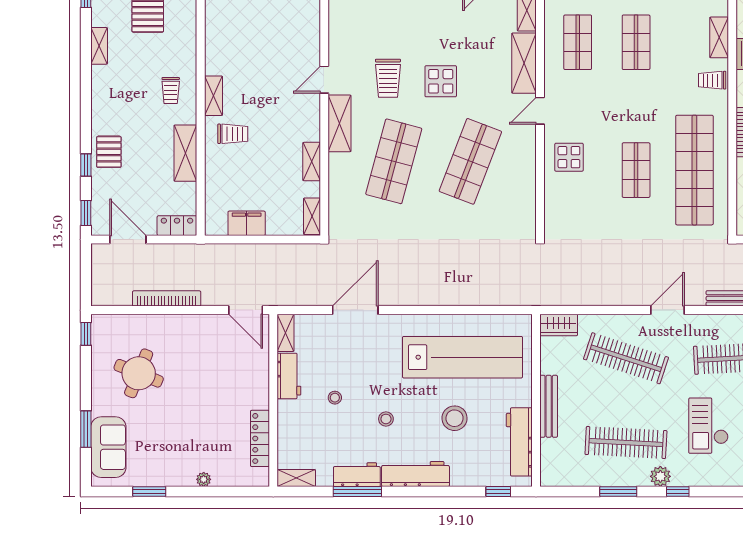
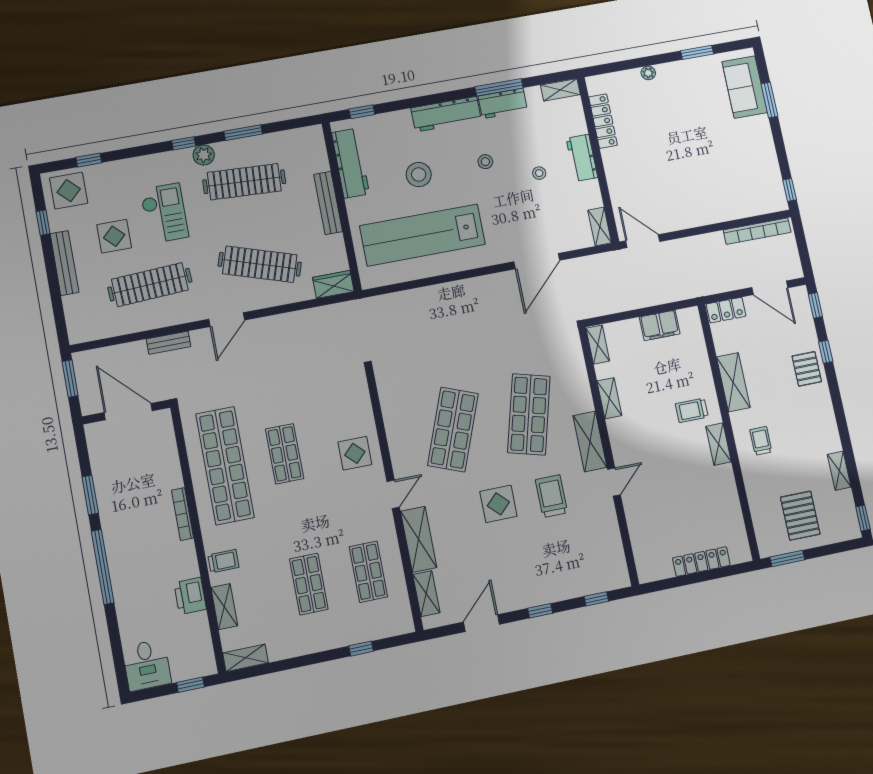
bookcase: (167, 298) -> (757, 231), moved
round table: (139, 373) -> (732, 162), removed
workbench: (289, 376) -> (582, 158), moved

